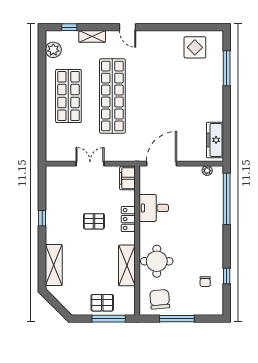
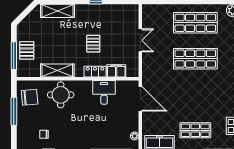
shop shelf: (112, 96) -> (195, 59), width x0.71
shop shelf: (200, 96) -> (195, 130), added
filing cabinet: (127, 178) -> (116, 71), moved

